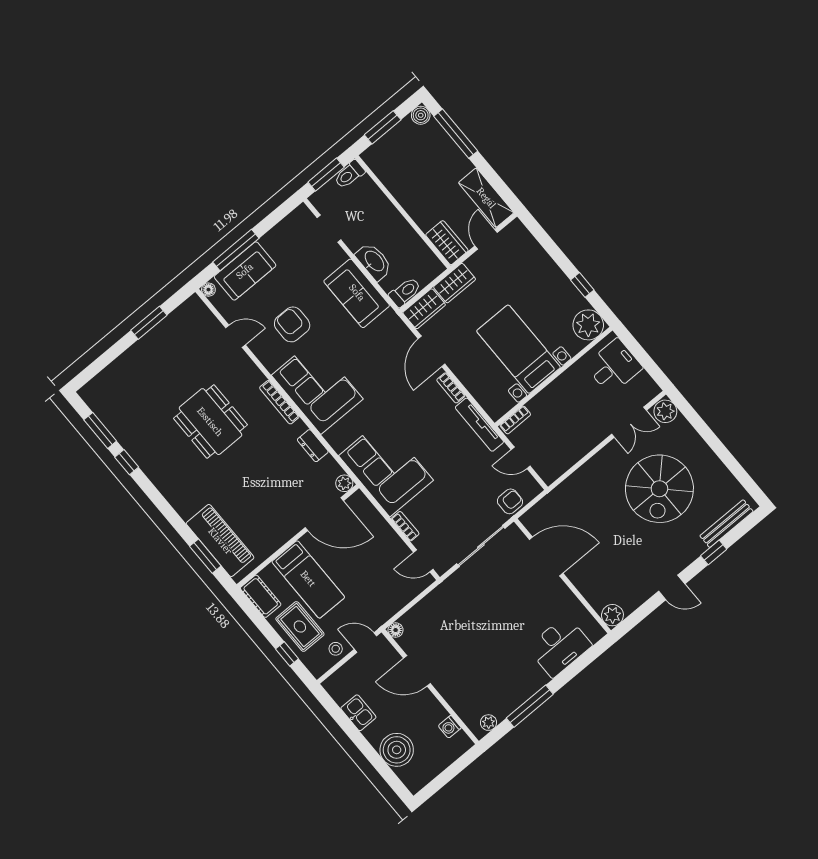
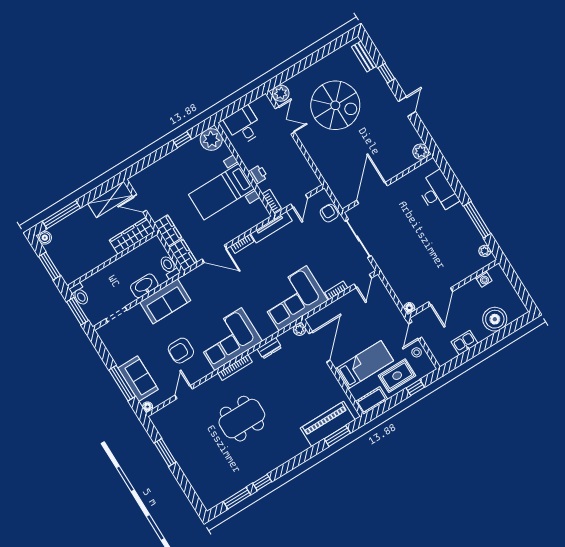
wardrobe: (447, 243) -> (132, 236), width x1.50
printer: (549, 396) -> (258, 174), added
bench: (726, 524) -> (364, 56), width x0.73

